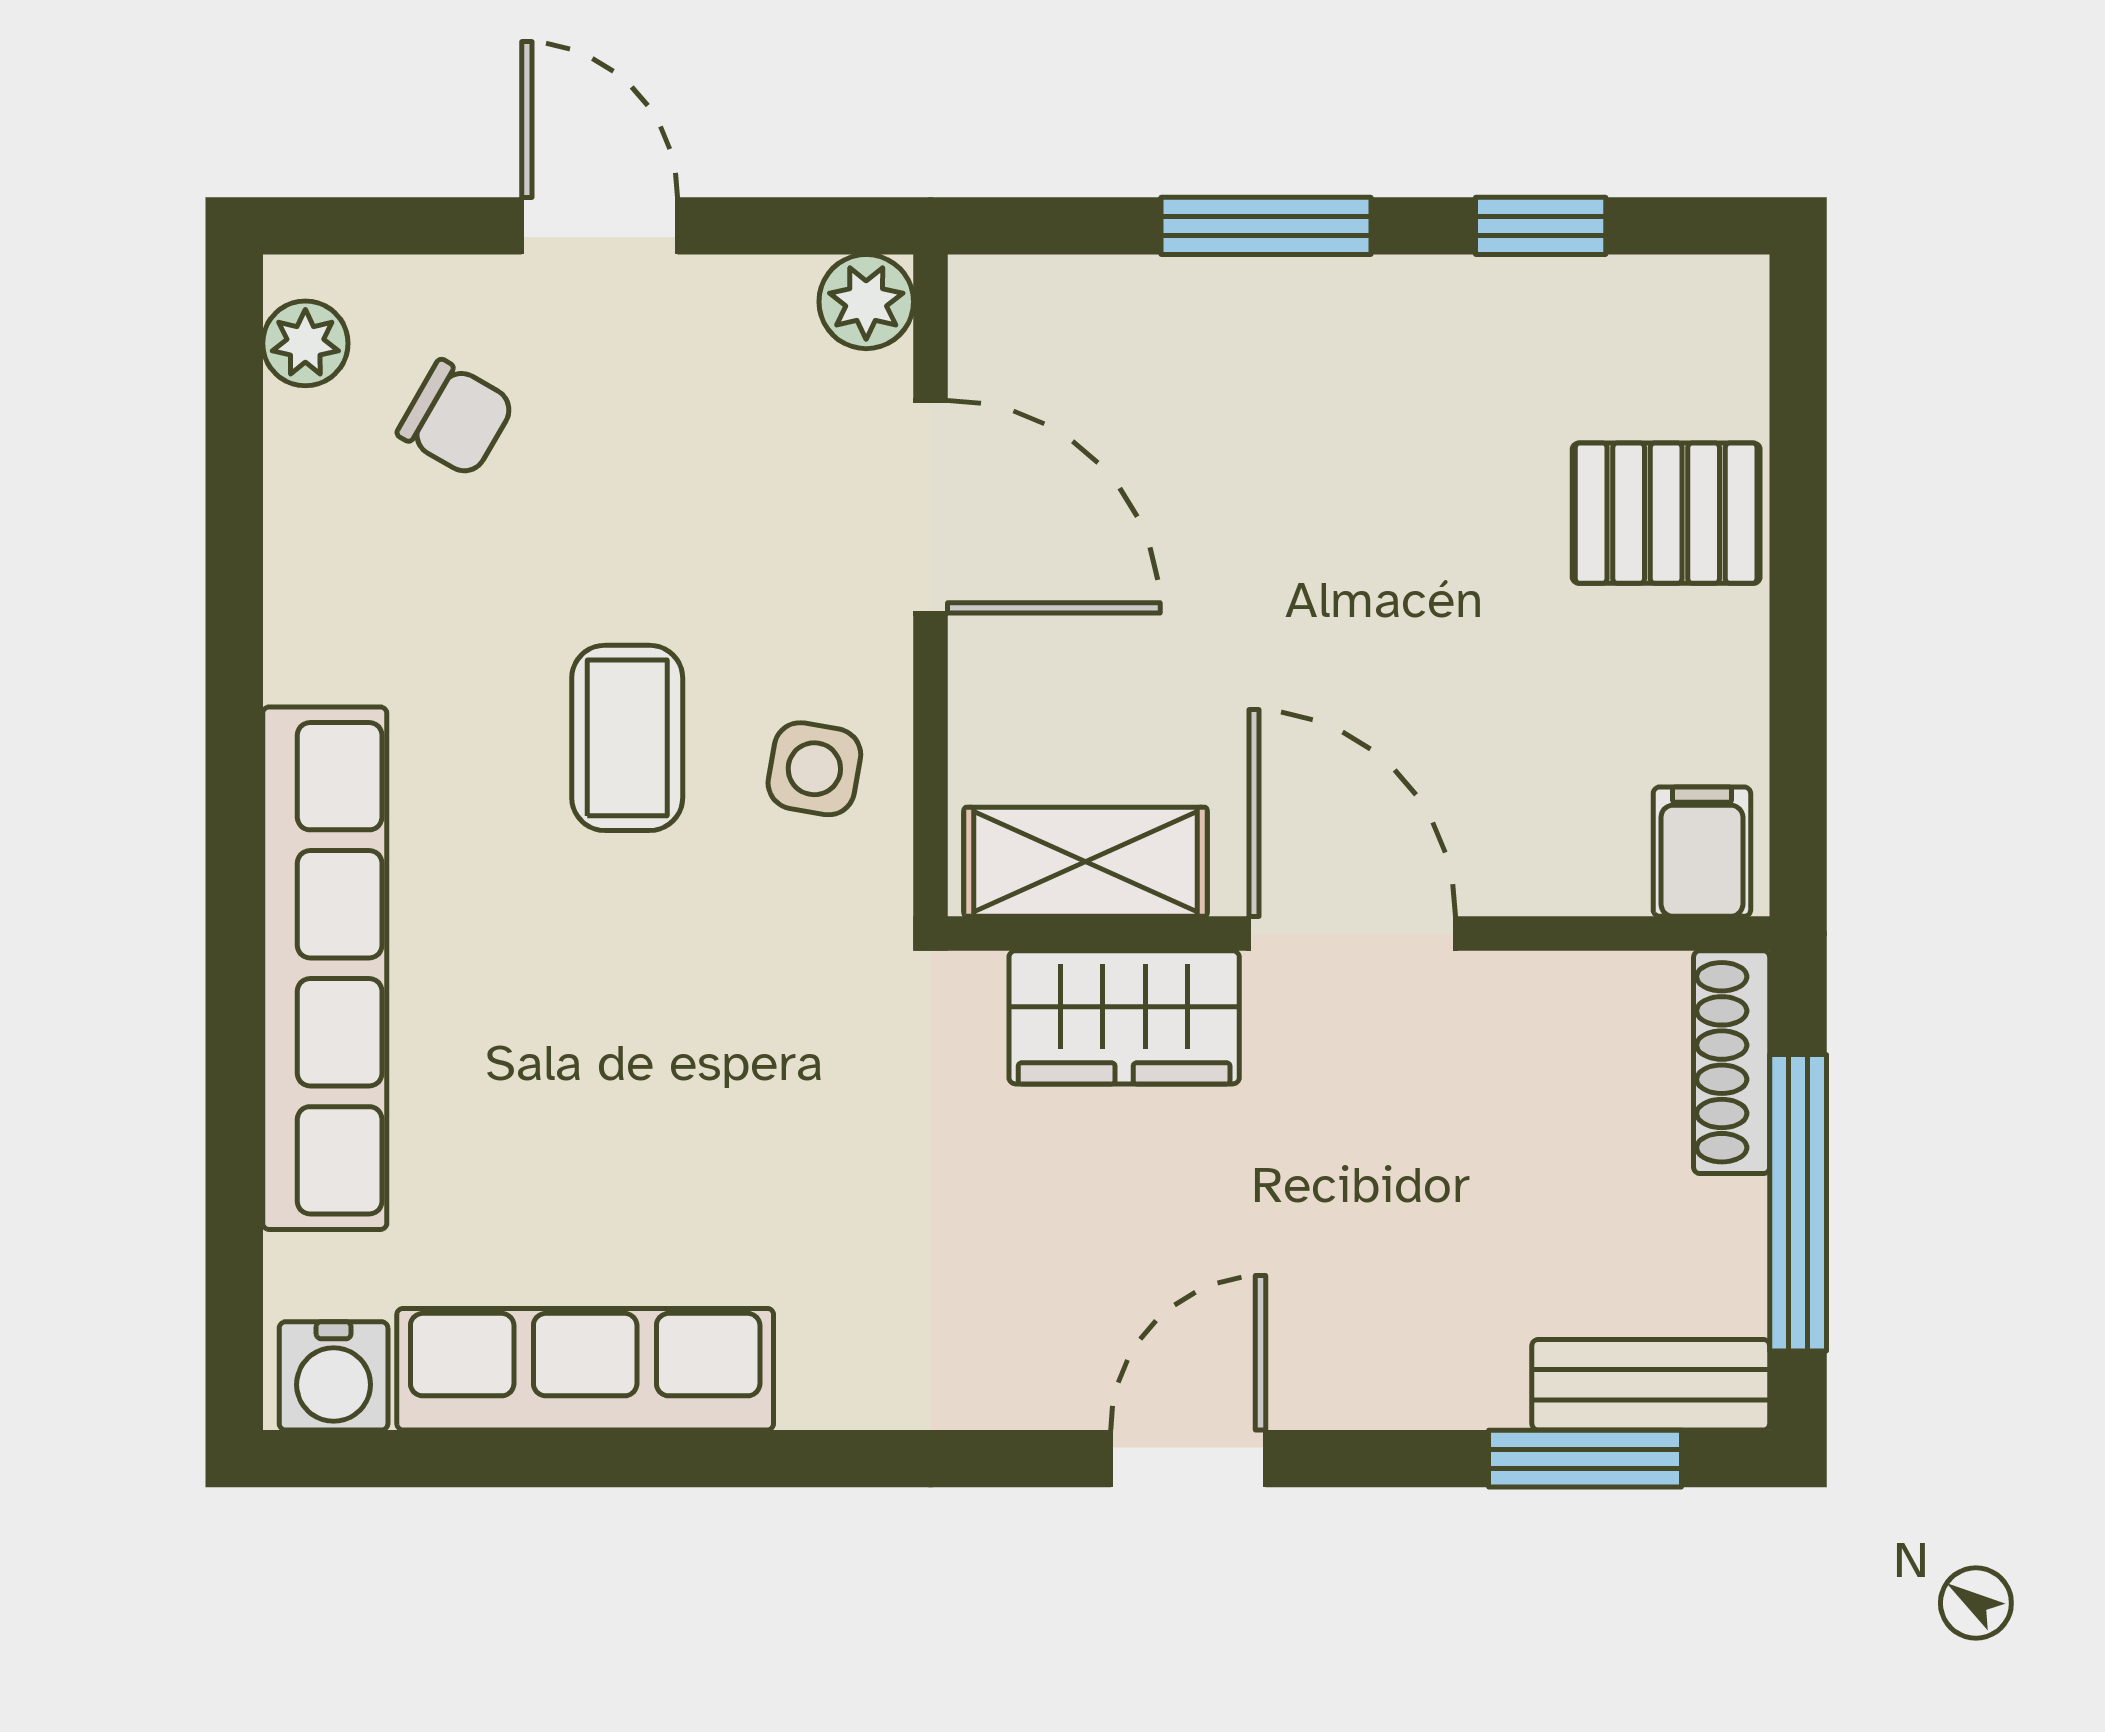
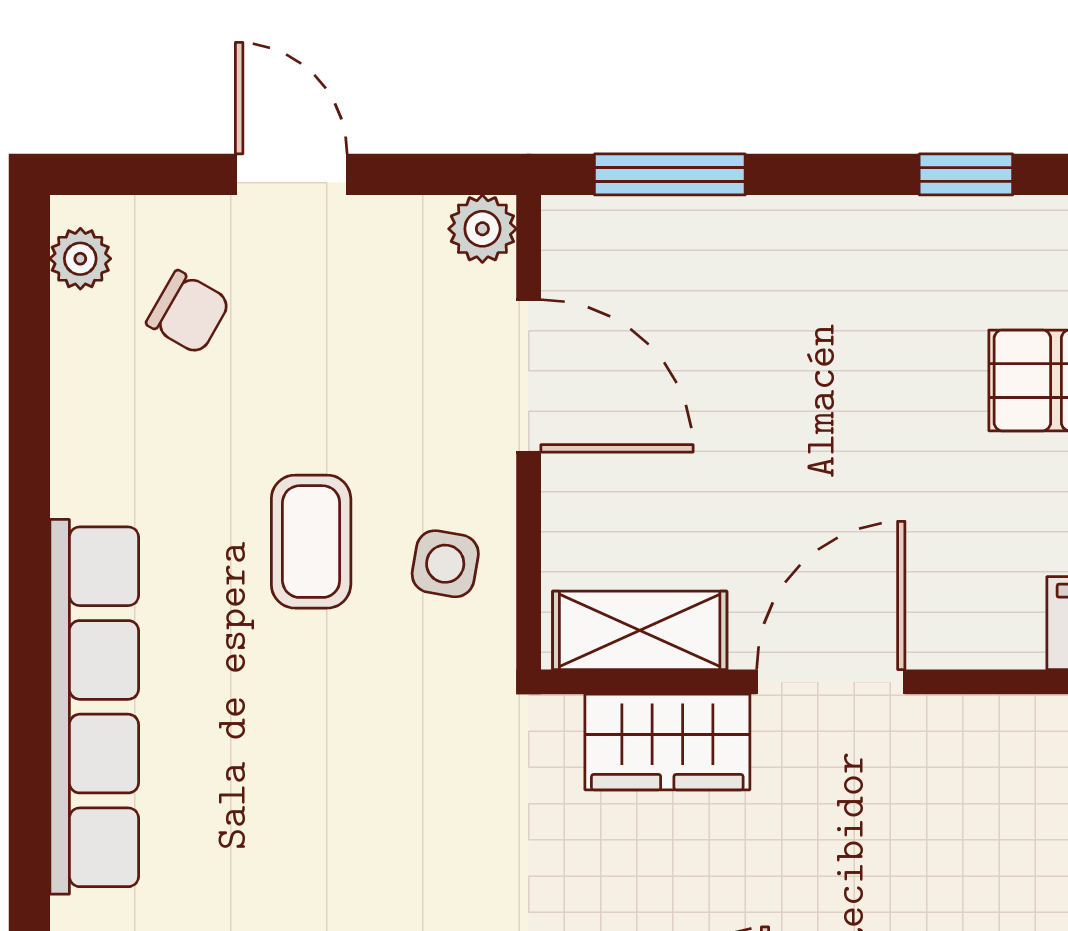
window: (1266, 226) -> (670, 174), moved
door: (1352, 934) -> (831, 682), hinge flipped

